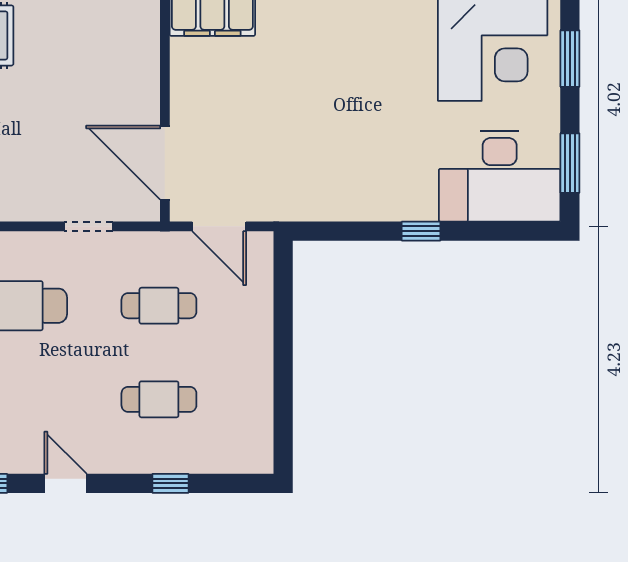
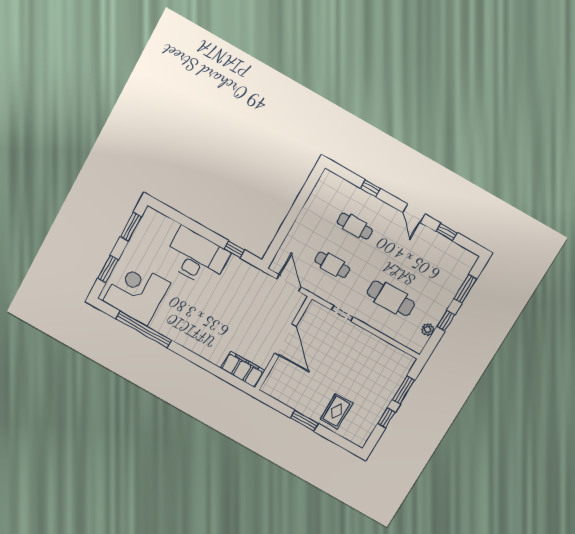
door: (165, 163) -> (285, 340), moved
desk: (500, 176) -> (196, 257), moved
window: (421, 231) -> (234, 249), moved

